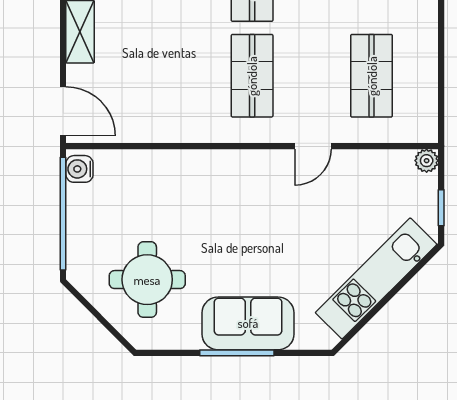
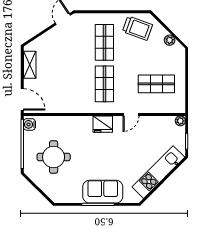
shop shelf: (372, 76) -> (156, 84), turned 90
fridge: (248, 168) -> (103, 124), added
round table: (147, 280) -> (54, 157), moved

